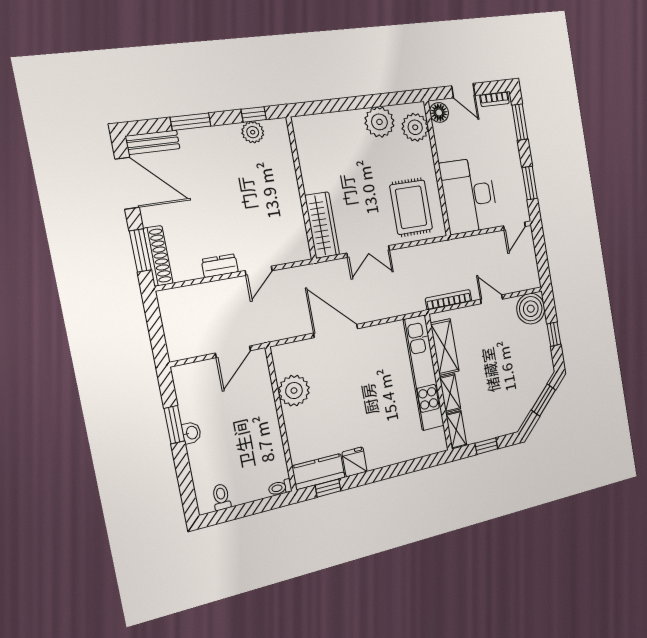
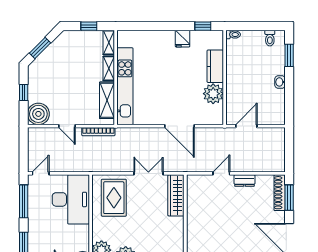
window: (530, 183) -> (24, 201), width x1.44
window: (174, 425) -> (289, 55), moved
kitchen counter: (319, 472) -> (215, 66), moved, turned 90

